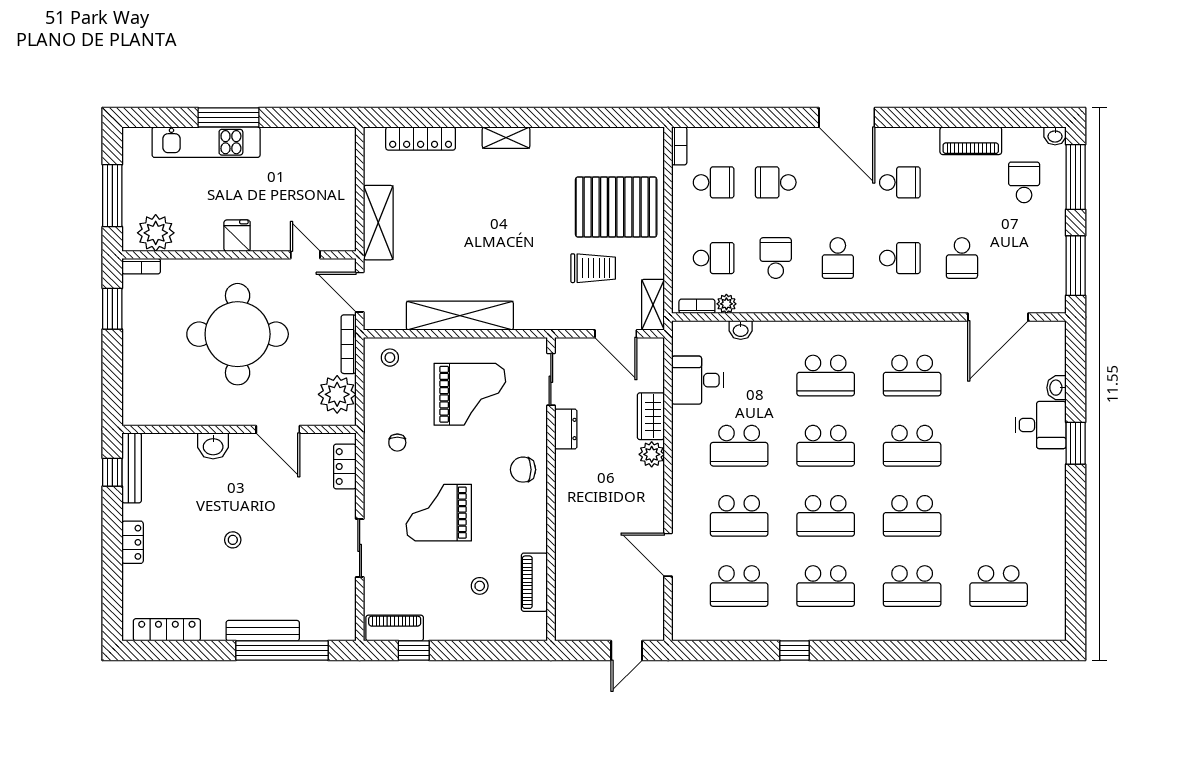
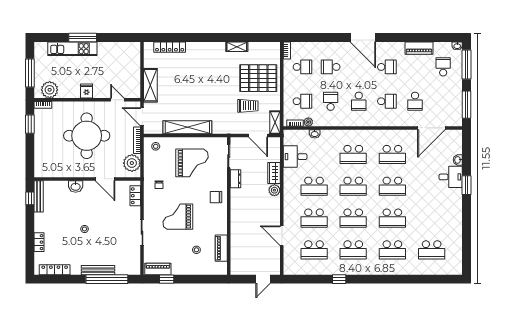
shelving: (506, 138) -> (237, 47), moved
locker: (133, 542) -> (39, 242), moved

